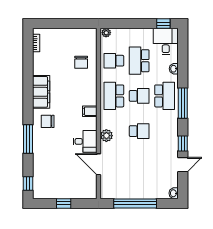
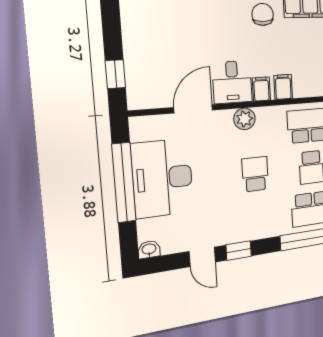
filing cabinet: (90, 125) -> (261, 89), added
school desk: (139, 131) -> (255, 174), turned 180
desk: (135, 183) -> (163, 178), added
window: (64, 203) -> (115, 74), moved

